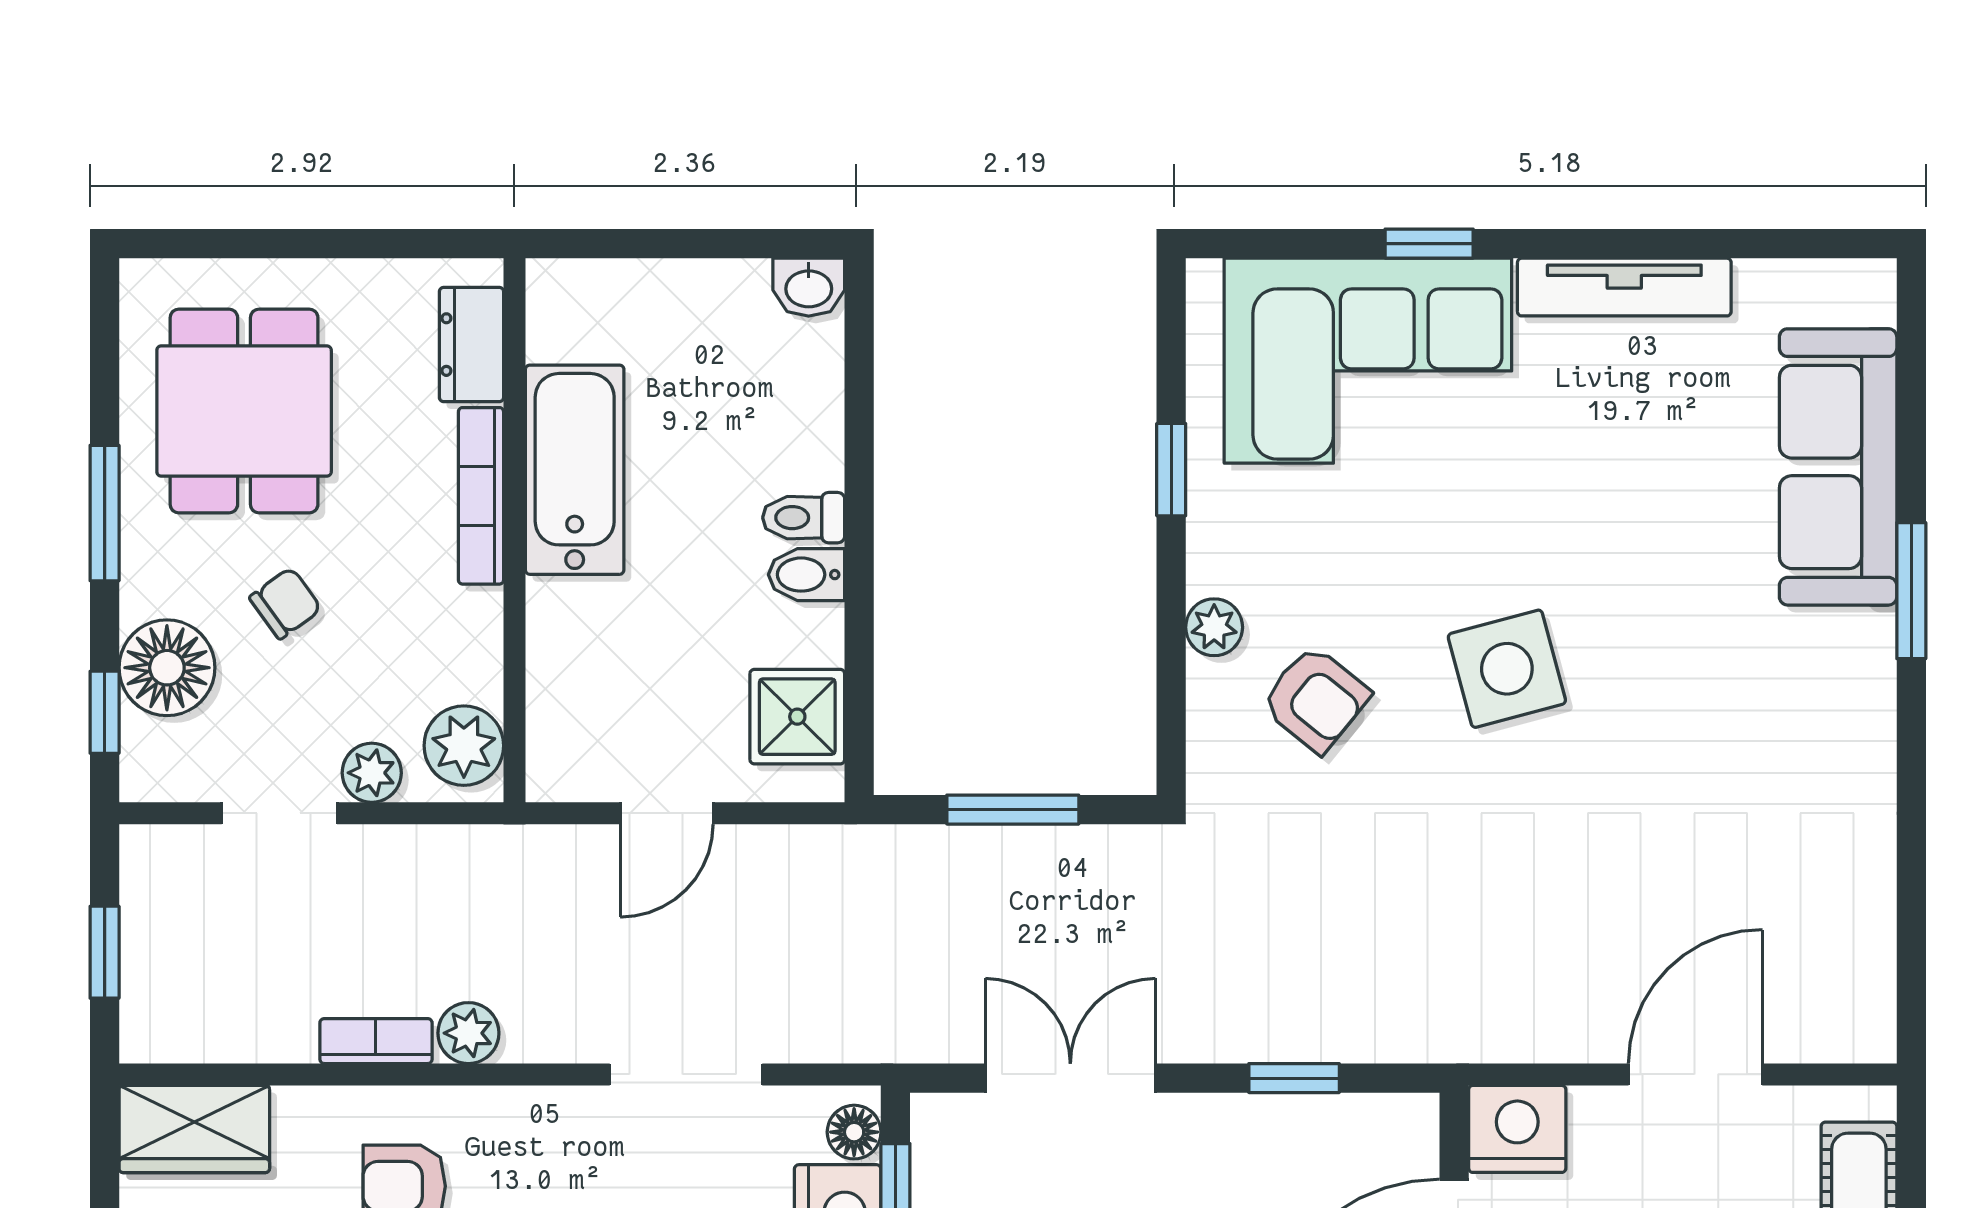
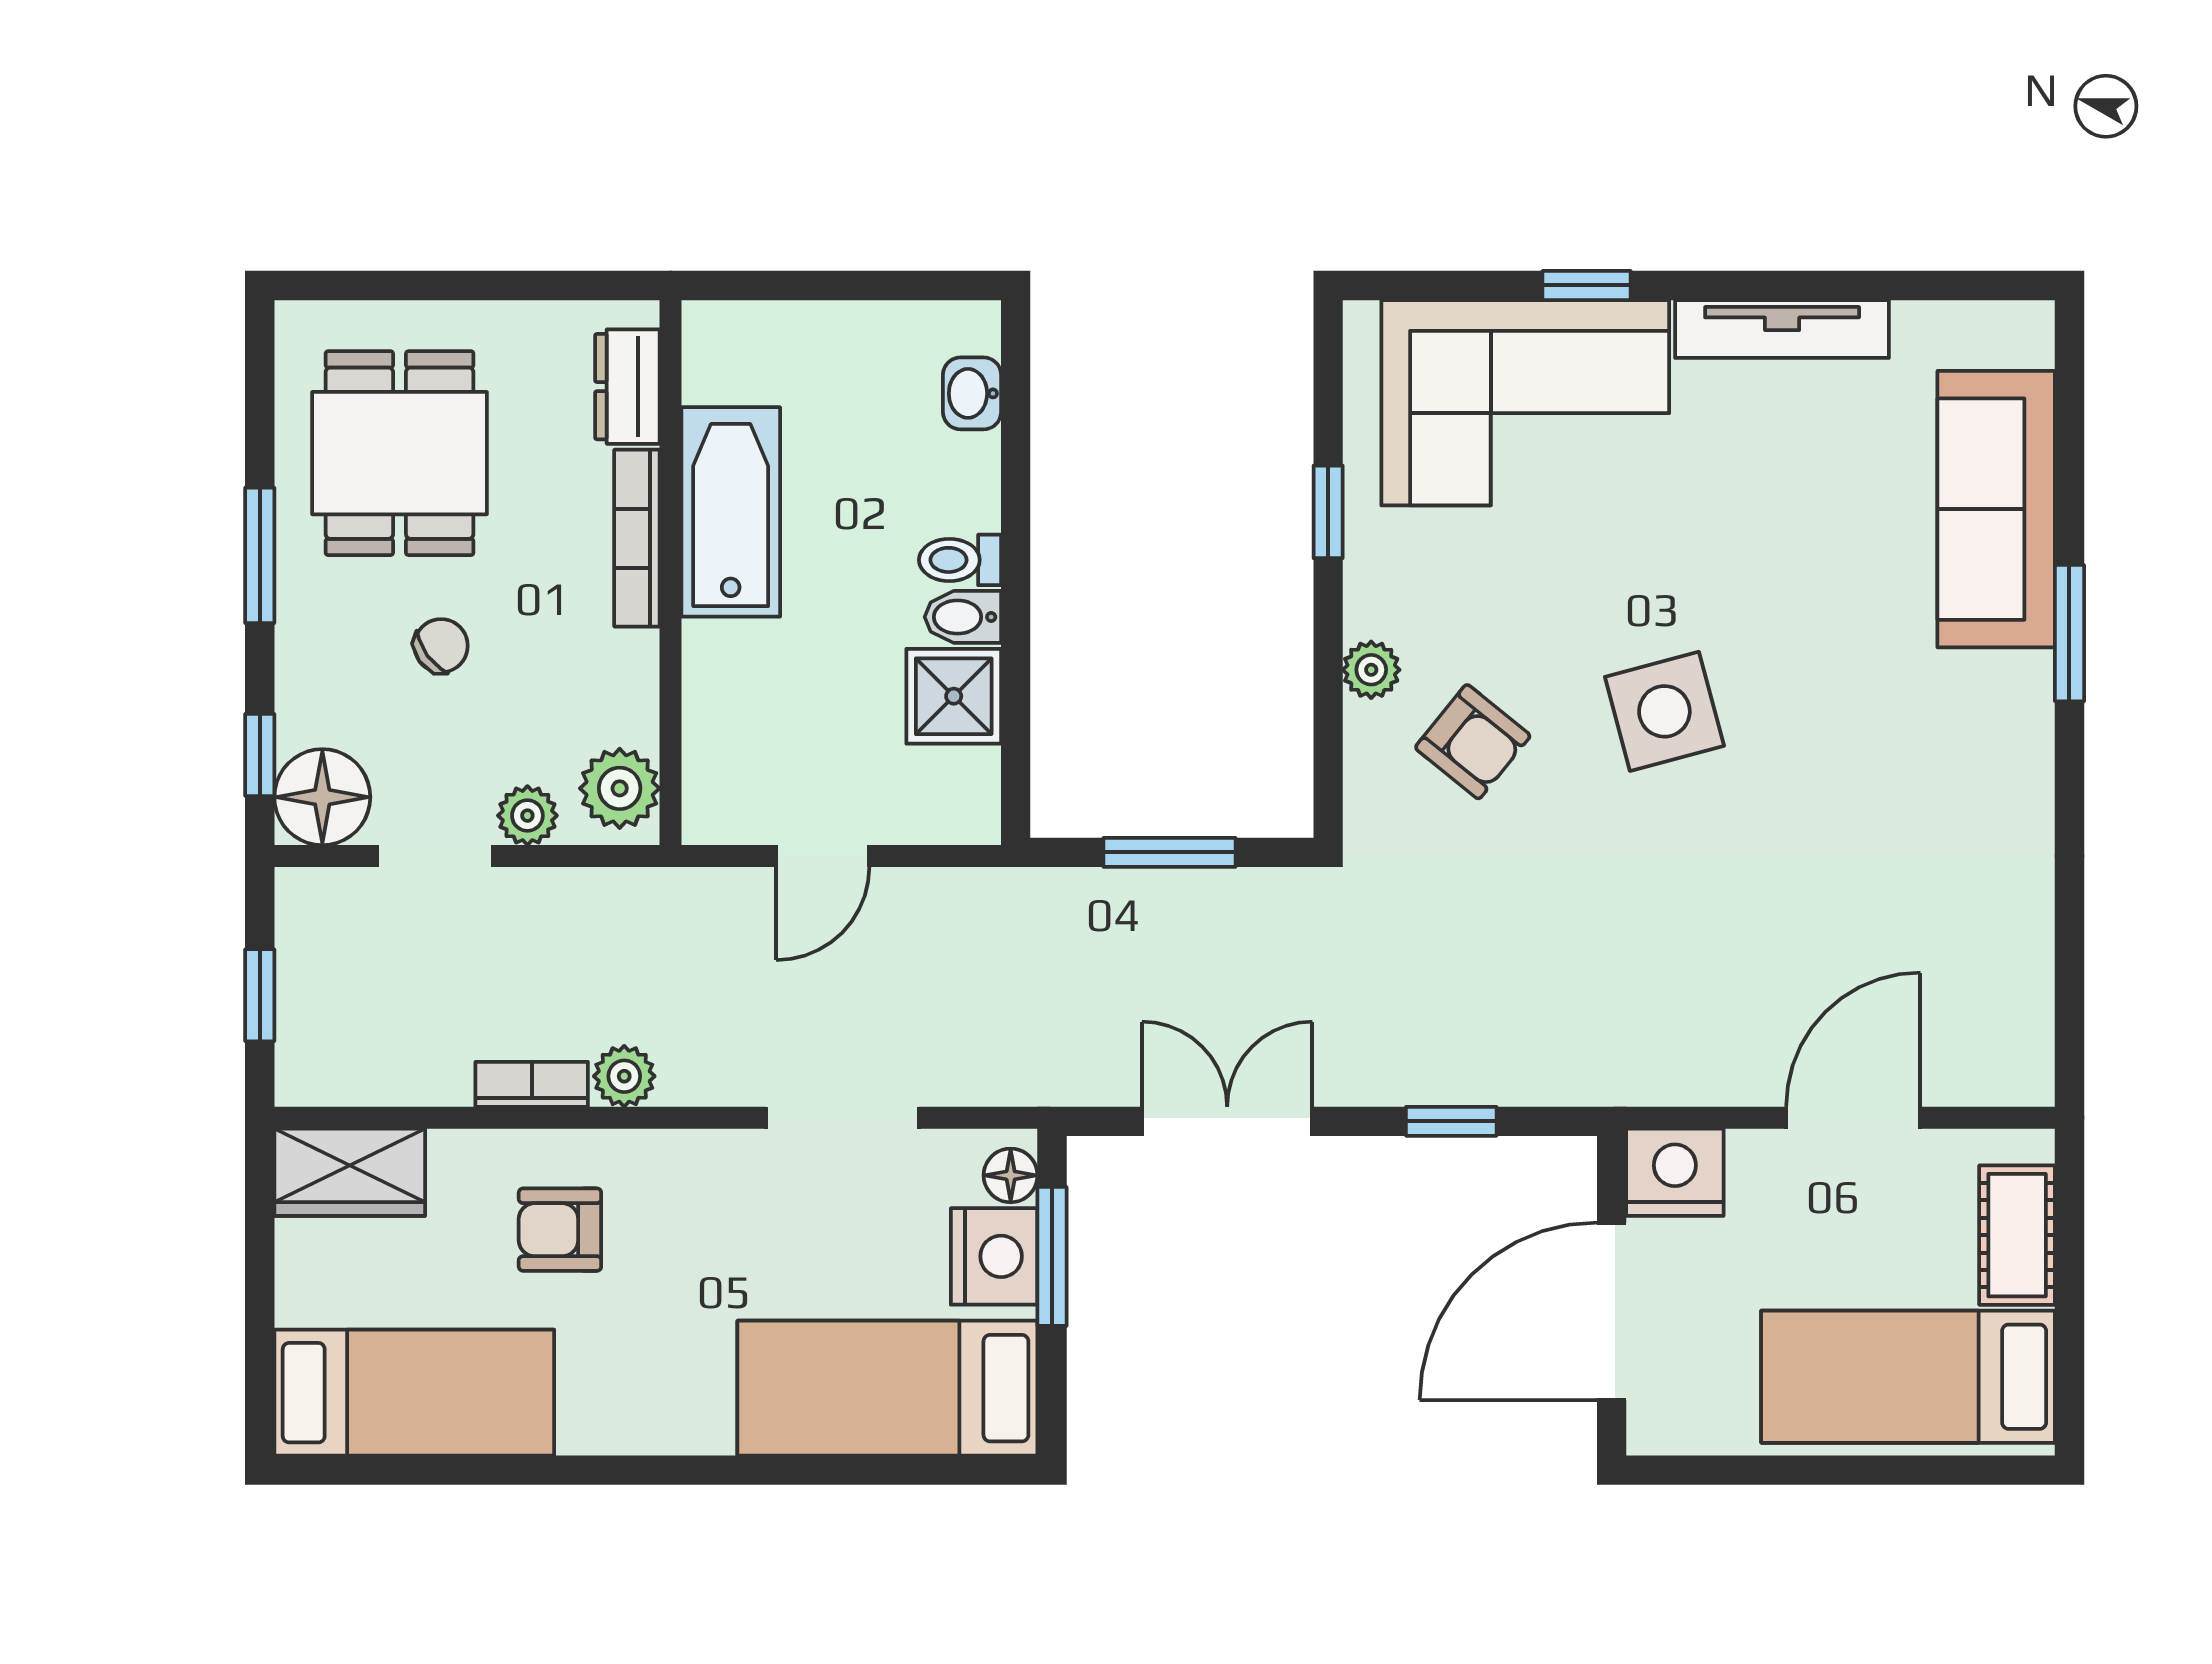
washbasin: (809, 287) -> (972, 393), moved, turned 90
floor lamp: (167, 668) -> (322, 797), moved
shower: (797, 717) -> (954, 696), moved

